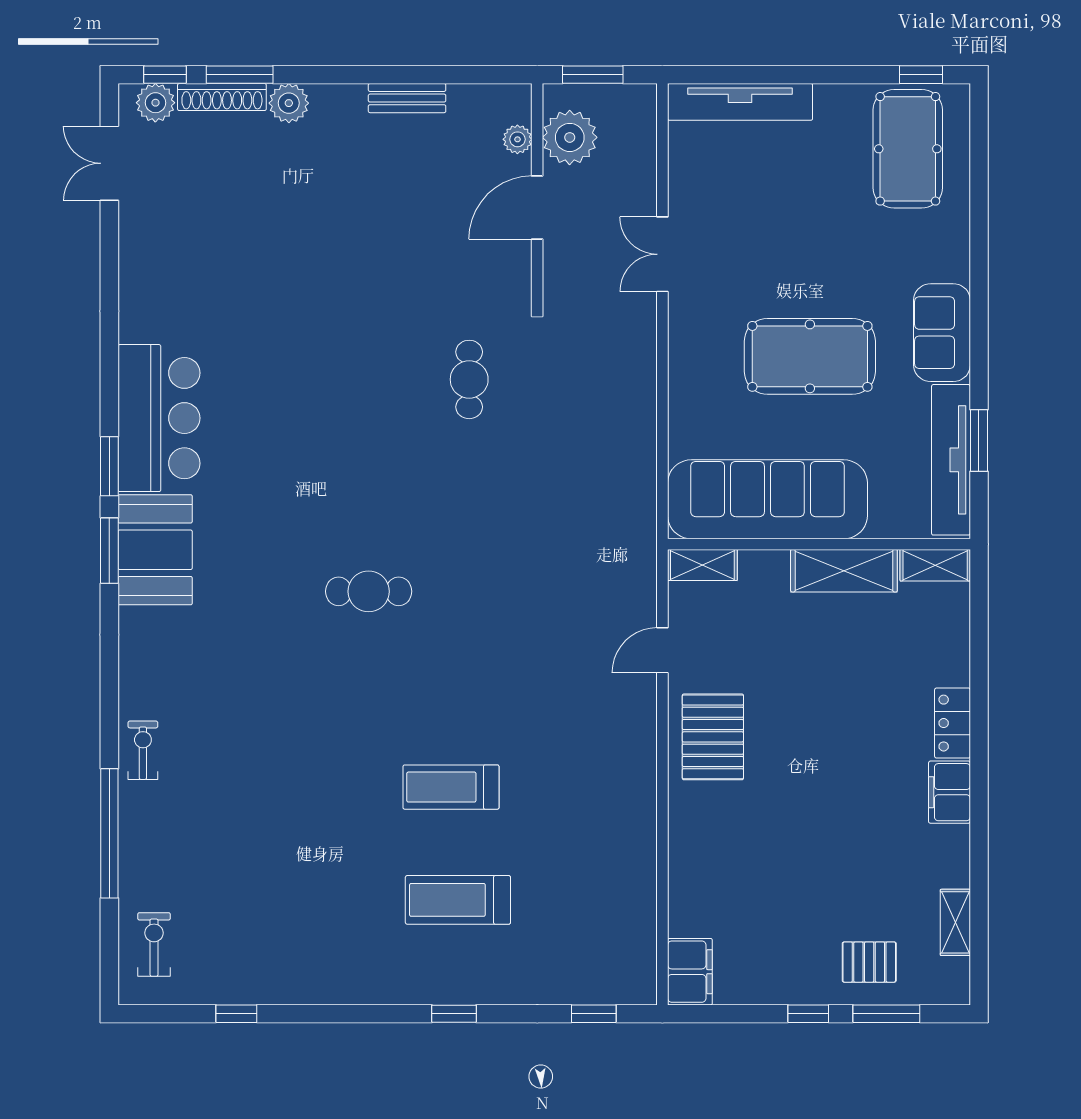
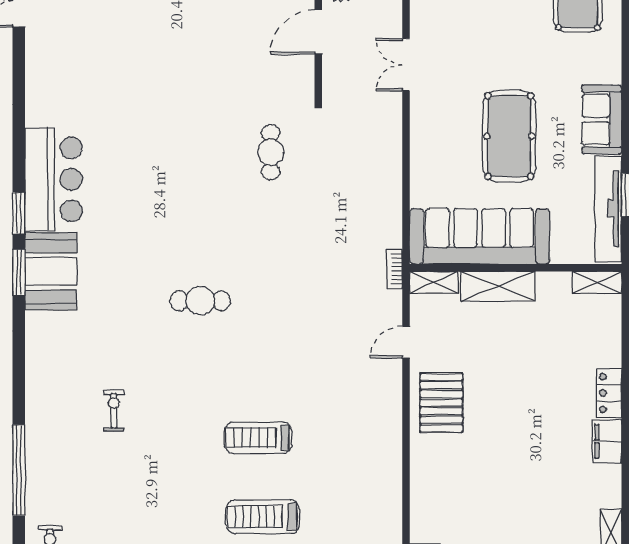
pool table: (810, 356) -> (509, 136), turned 90
bookcase: (646, 546) -> (394, 269), added
shelving: (844, 571) -> (498, 286), moved
exercise bike: (143, 750) -> (114, 411), moved

